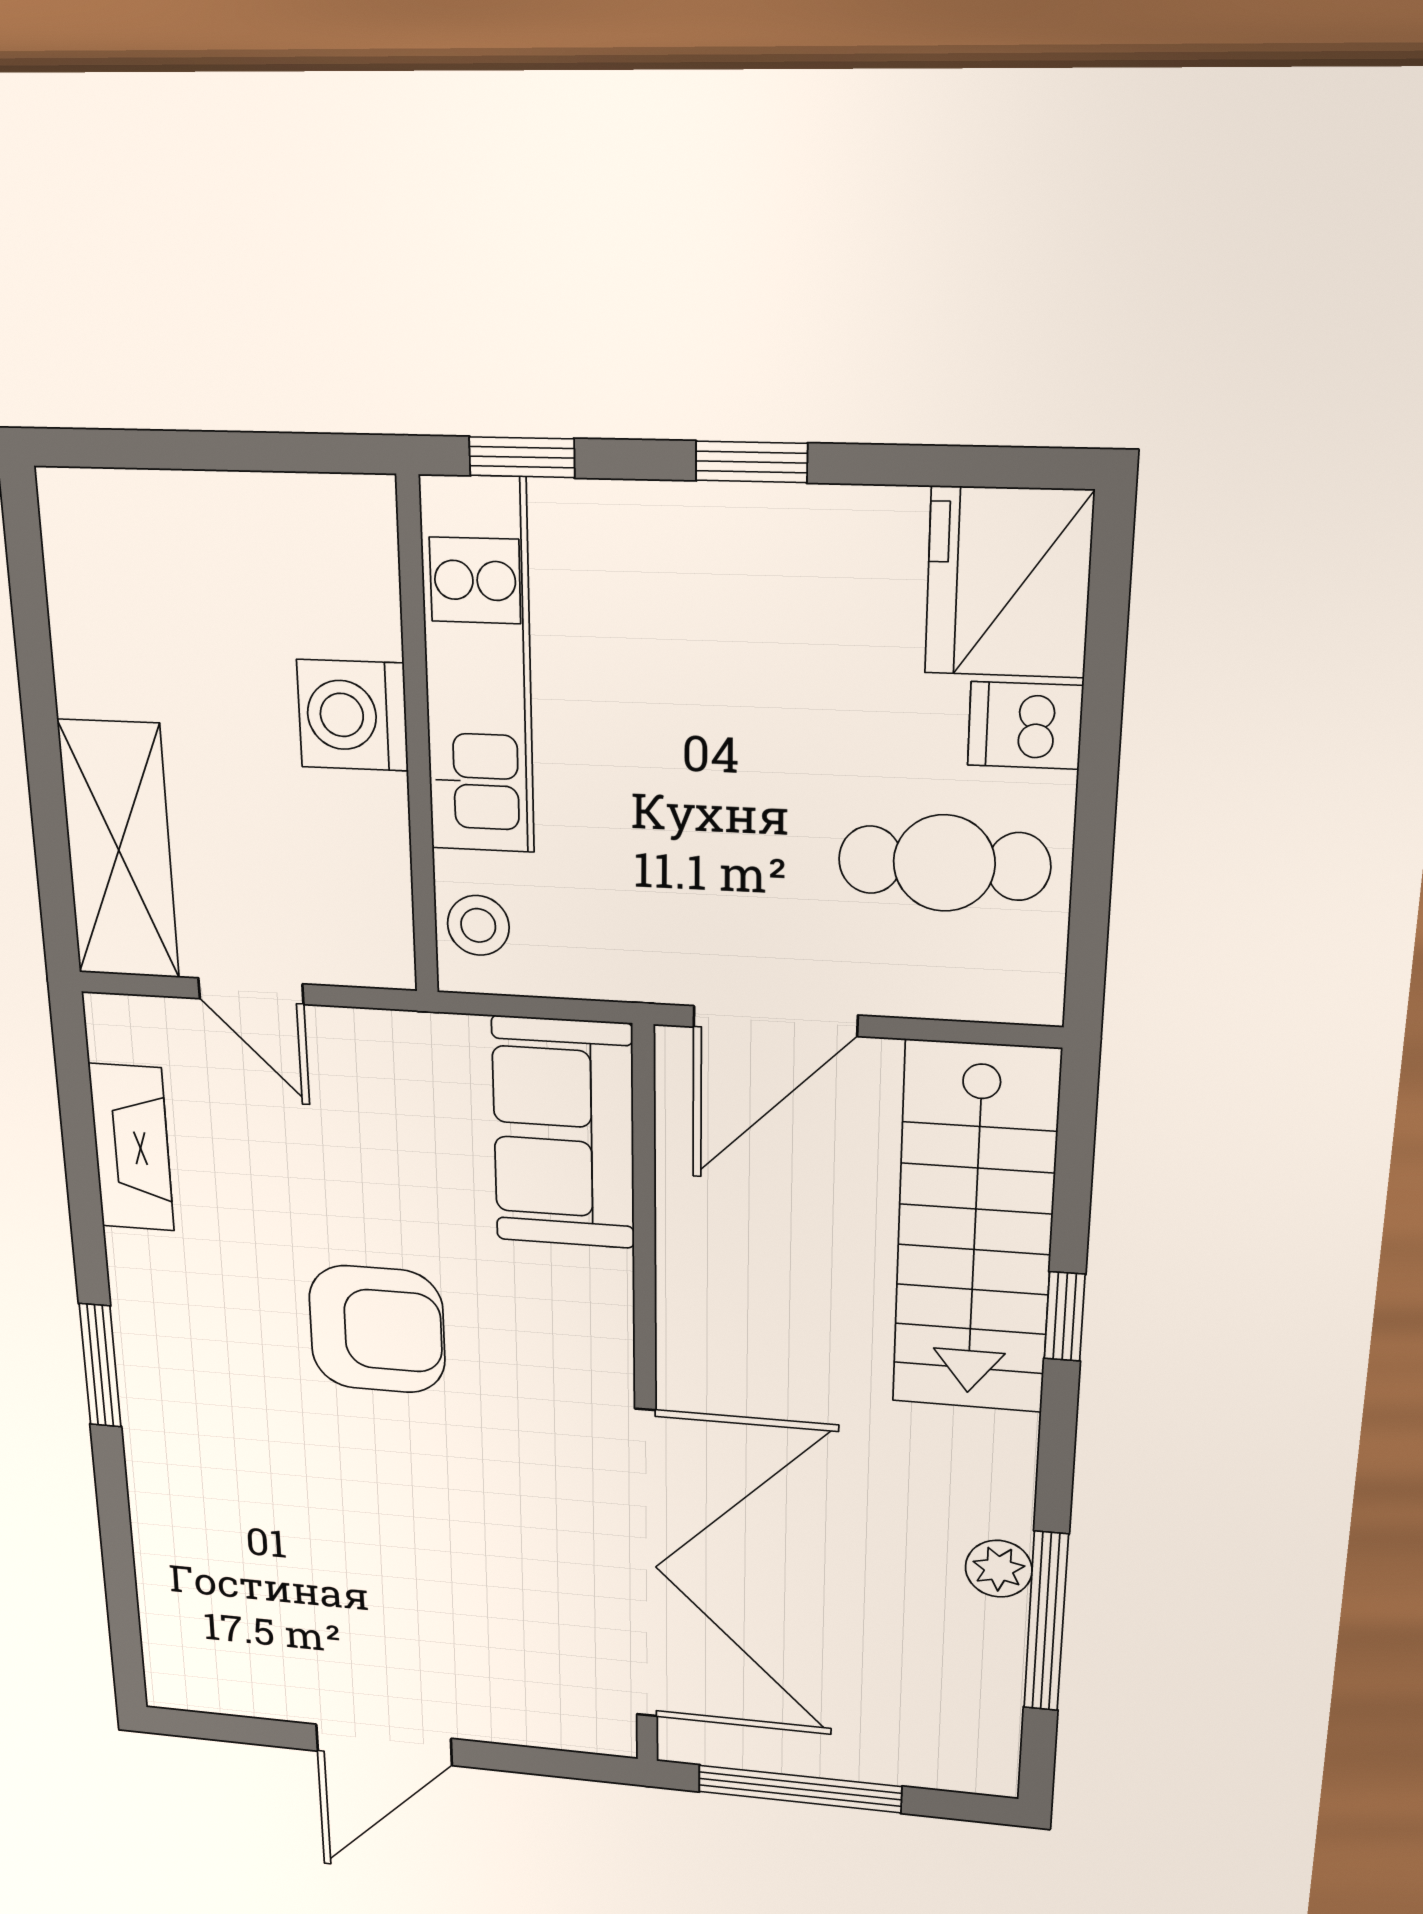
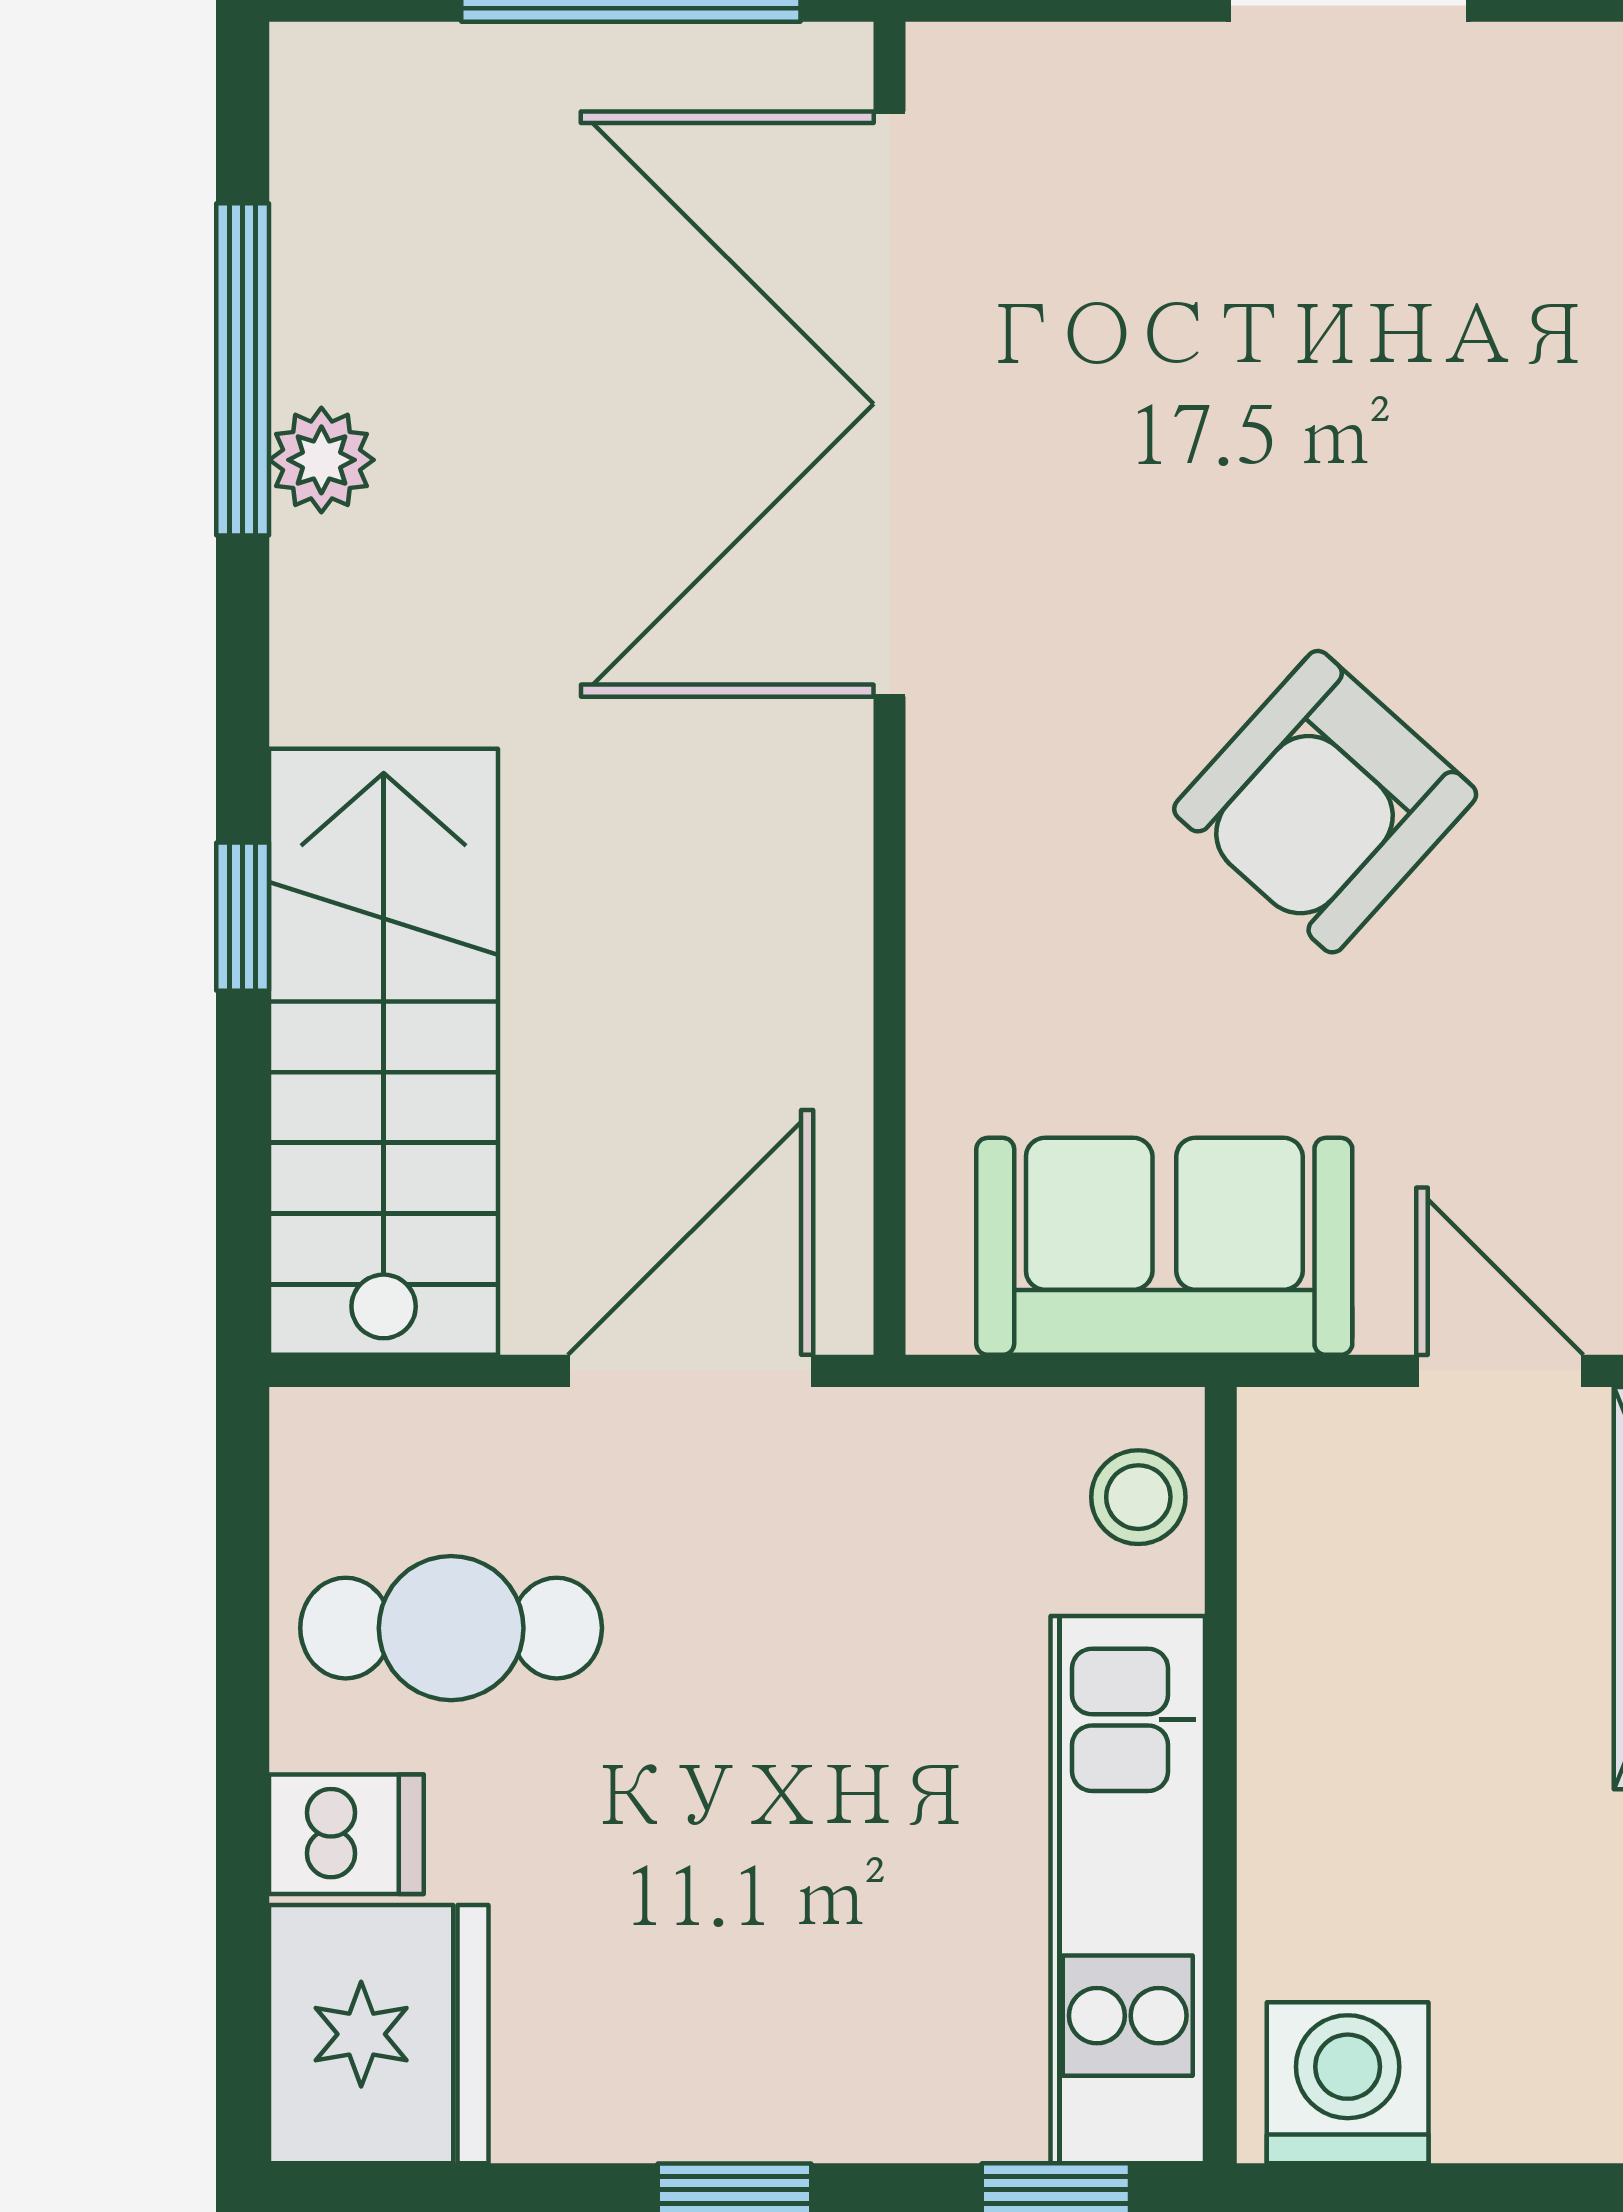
washing machine: (352, 715) -> (1348, 2083), moved, turned -90
sofa: (564, 1133) -> (1164, 1246), moved, turned -90
armchair: (377, 1329) -> (1325, 802), turned -48

